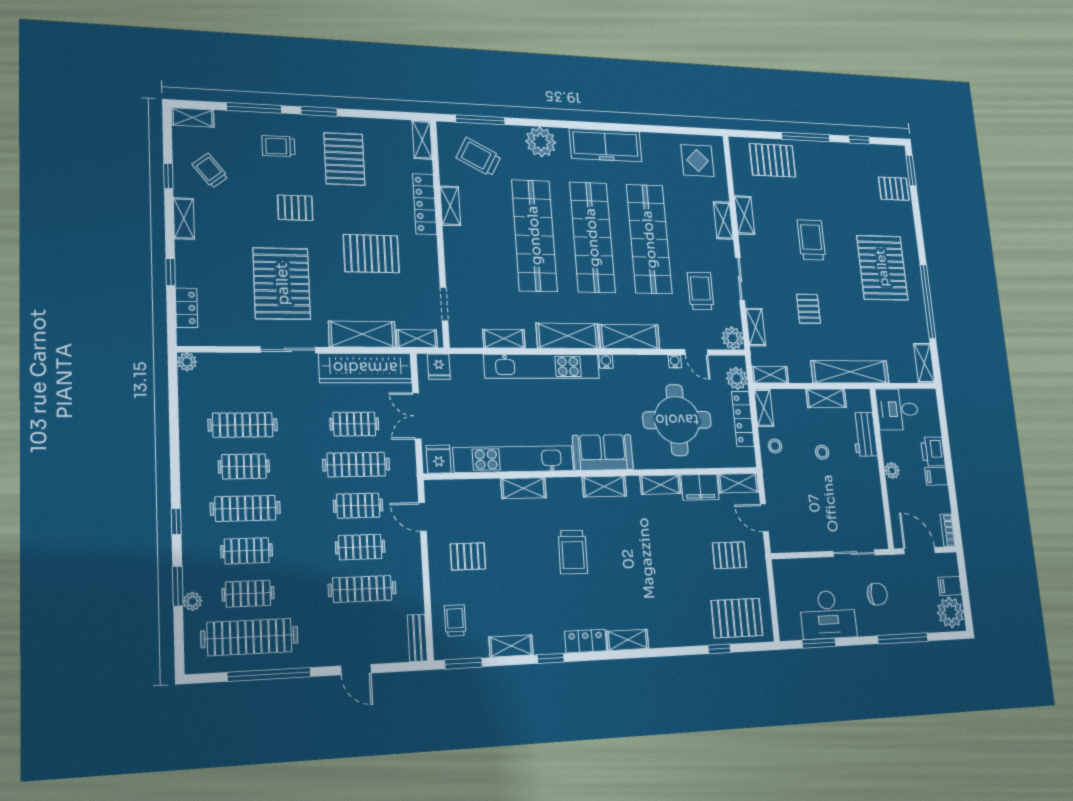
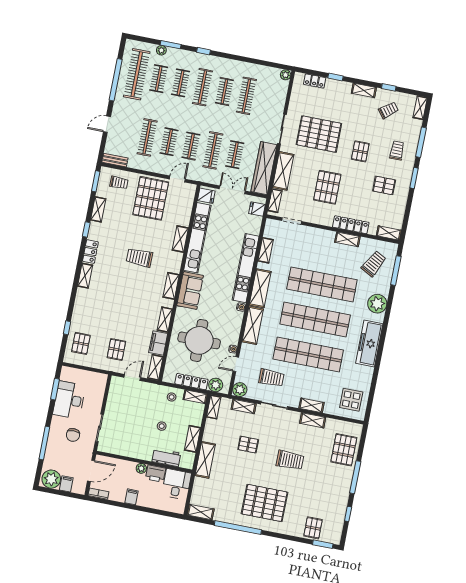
pallet: (344, 159) -> (384, 185), width x0.67, depth x0.71
shelving: (850, 372) -> (205, 460), width x0.68
printer: (933, 451) -> (156, 474), moved, turned 180
pallet: (468, 556) -> (151, 198), width x2.05, depth x2.00
pallet: (737, 618) -> (81, 343), width x0.67, depth x0.71

